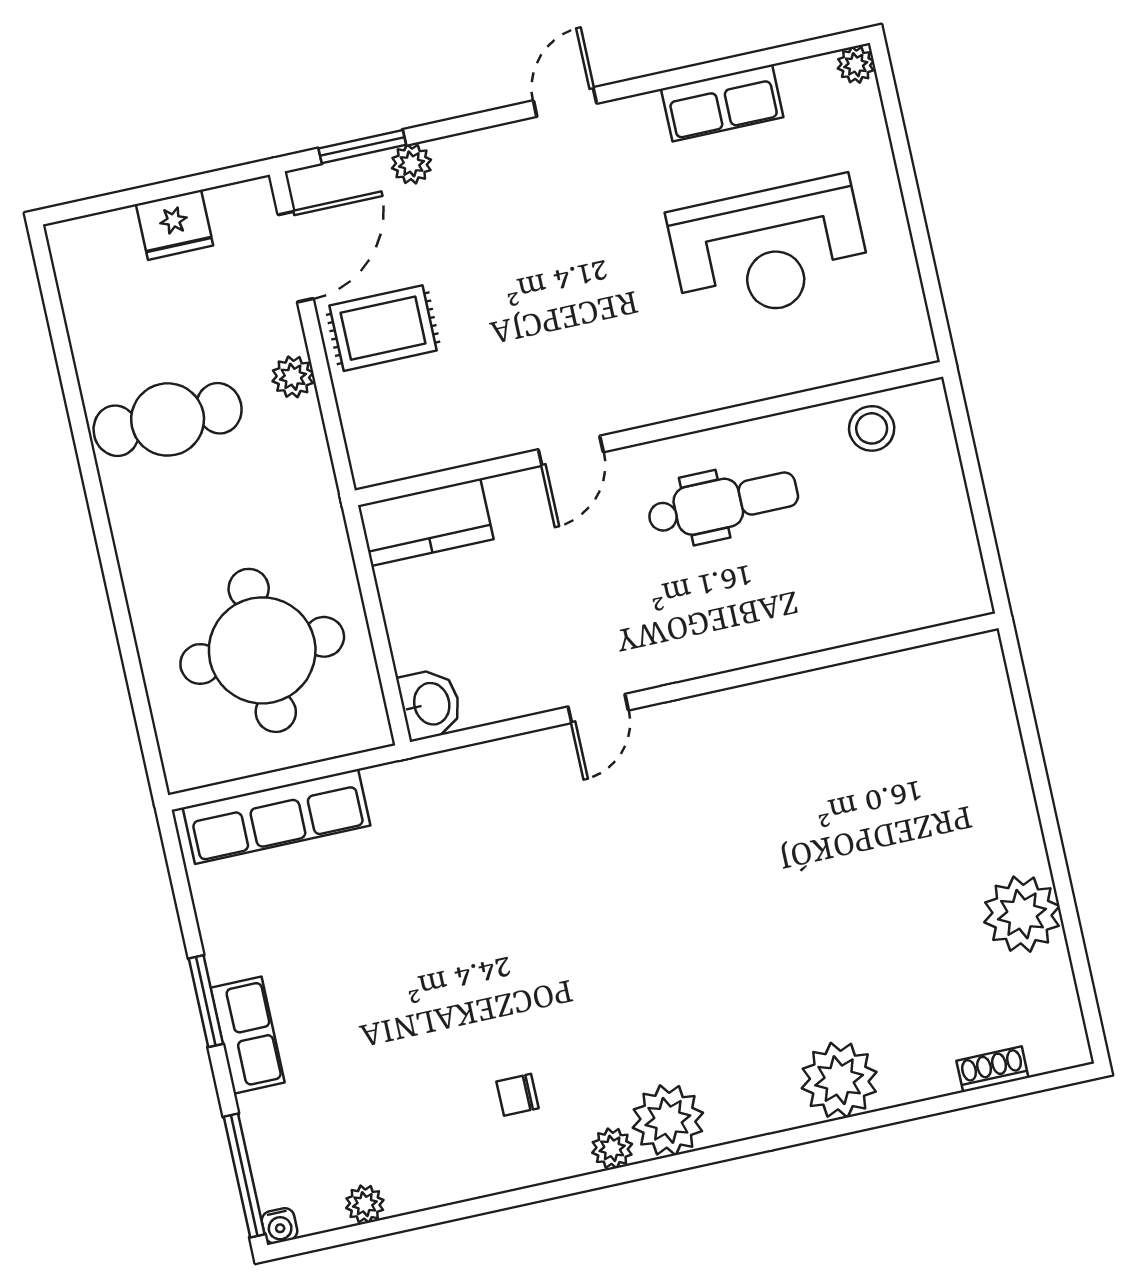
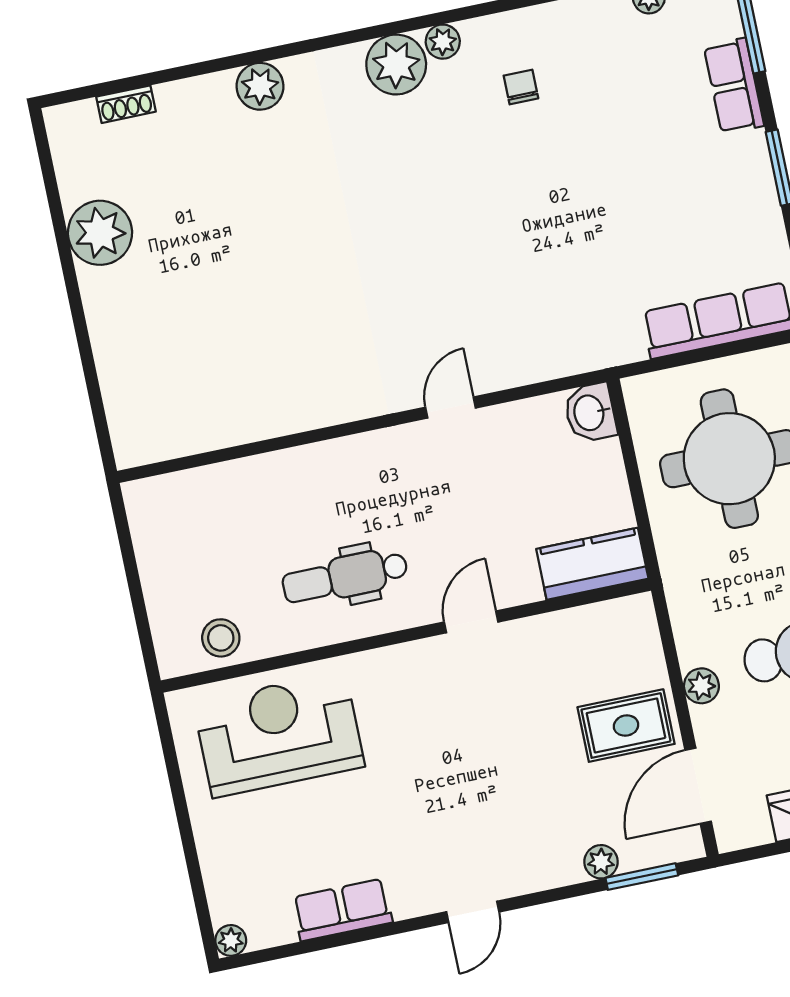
reception desk: (769, 250) -> (279, 735), moved
row of seats: (248, 1035) -> (734, 86), moved
plant: (839, 1080) -> (260, 86), width x0.73, depth x0.73
chair: (517, 1095) -> (521, 87), turned -90

